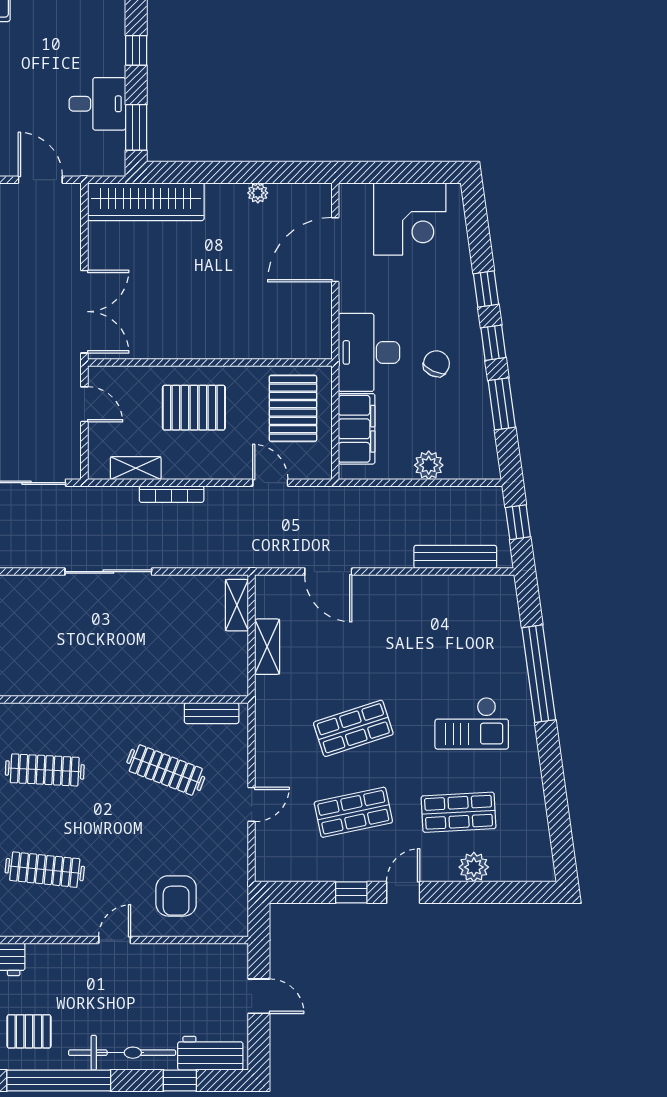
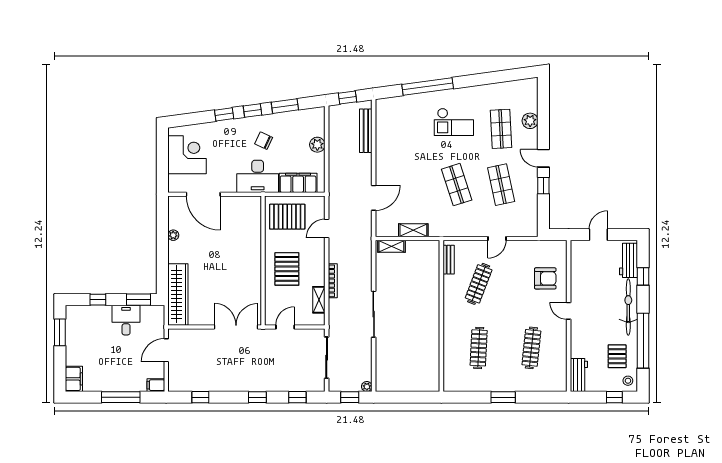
checkout: (472, 723) -> (454, 122), turned 90
door: (252, 804) -> (497, 238), swing flipped

